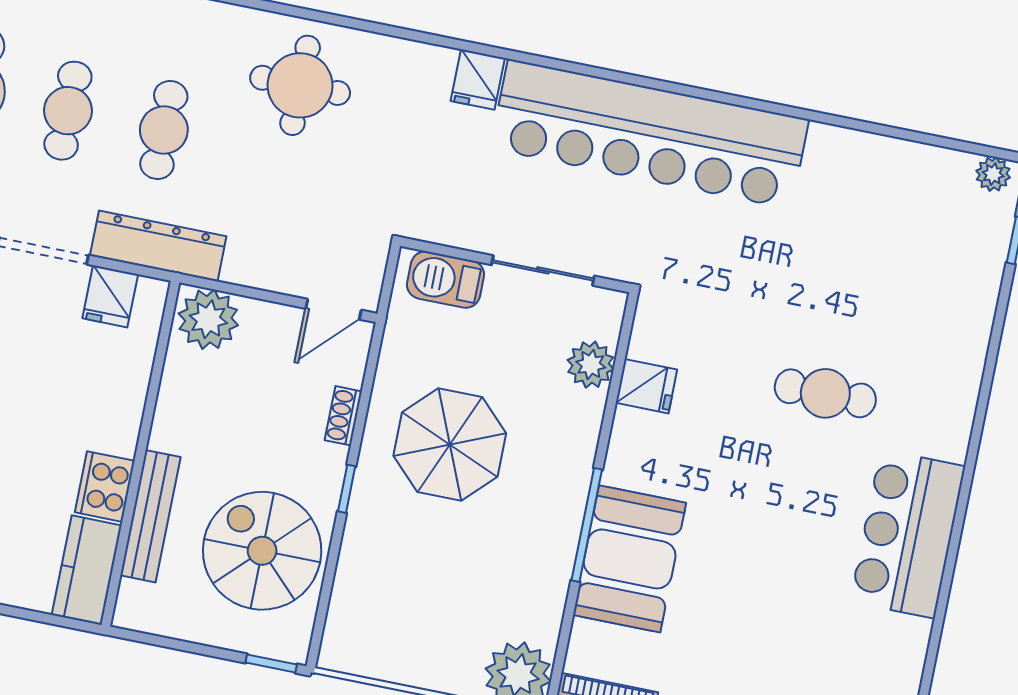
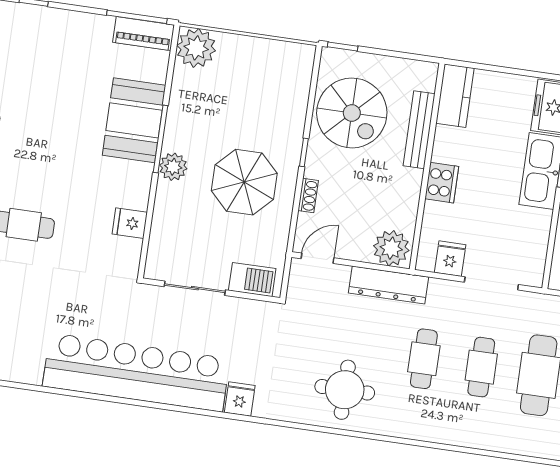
dresser: (158, 246) -> (388, 285), moved
plant: (591, 365) -> (173, 167), moved
cooker: (105, 487) -> (442, 183), moved

